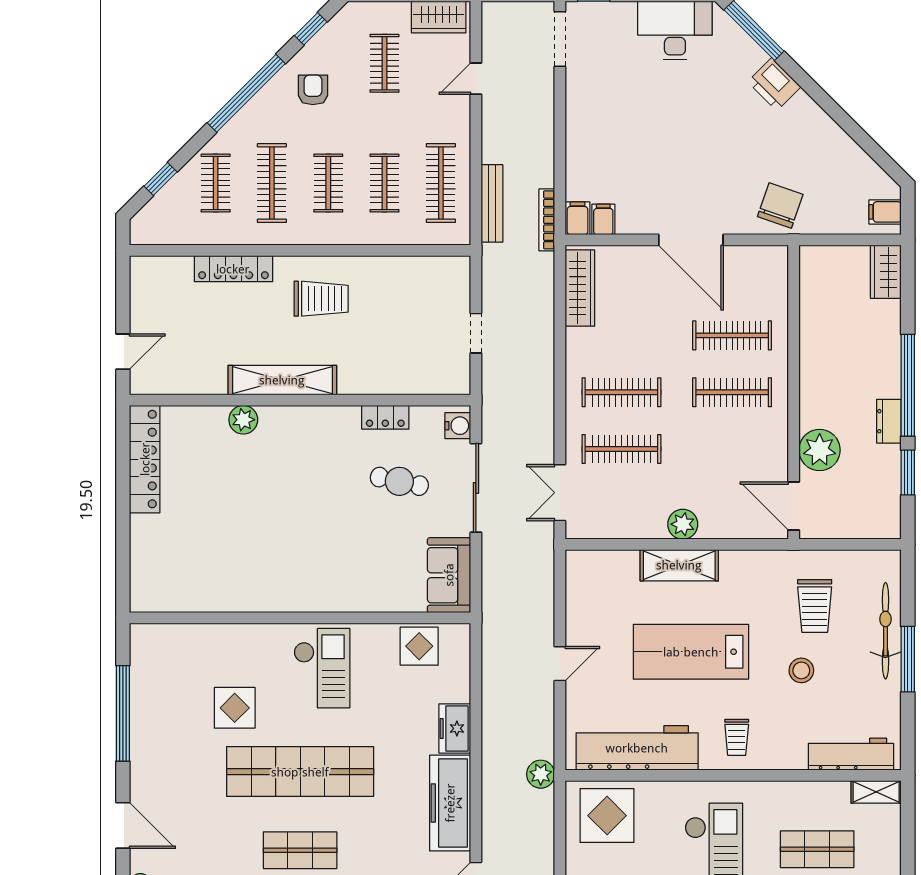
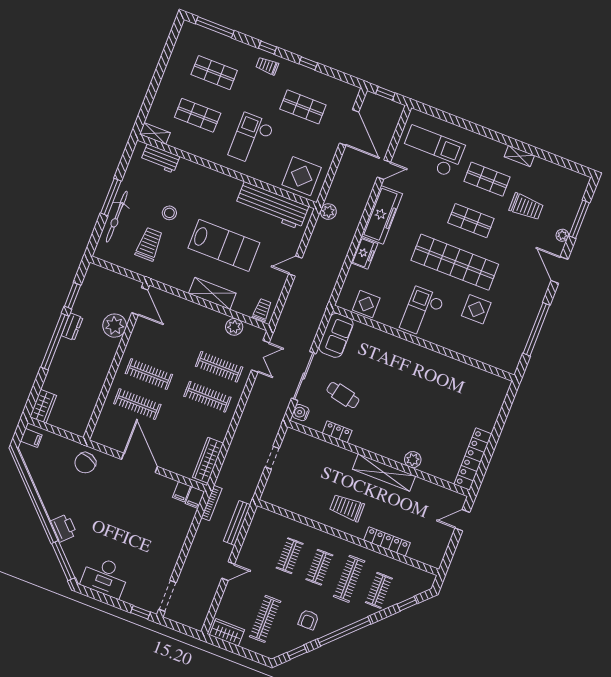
clothes rail: (385, 63) -> (265, 619), width x1.36
door: (476, 79) -> (228, 571), moved
clothes rail: (441, 183) -> (260, 544), removed
plant: (683, 524) -> (234, 327), moved
trolley: (737, 737) -> (262, 310), moved
workbench: (851, 754) -> (160, 159), width x0.73

